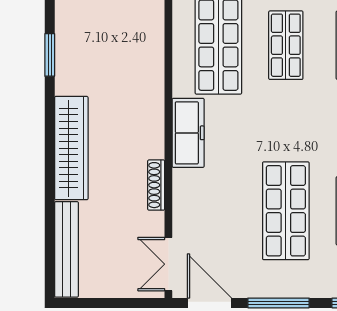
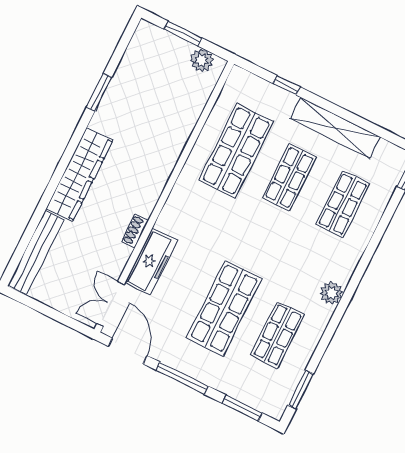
freezer: (188, 133) -> (151, 262), moved
shoe rack: (156, 185) -> (135, 231), width x0.70

